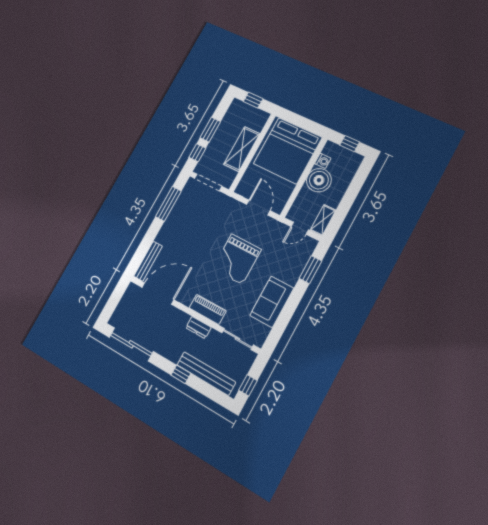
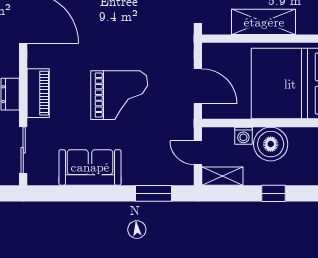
washing machine: (323, 161) -> (243, 136), moved
window: (352, 193) -> (273, 193), added
door: (258, 207) -> (198, 86), hinge flipped
grand piano: (237, 259) -> (119, 95), turned 180

